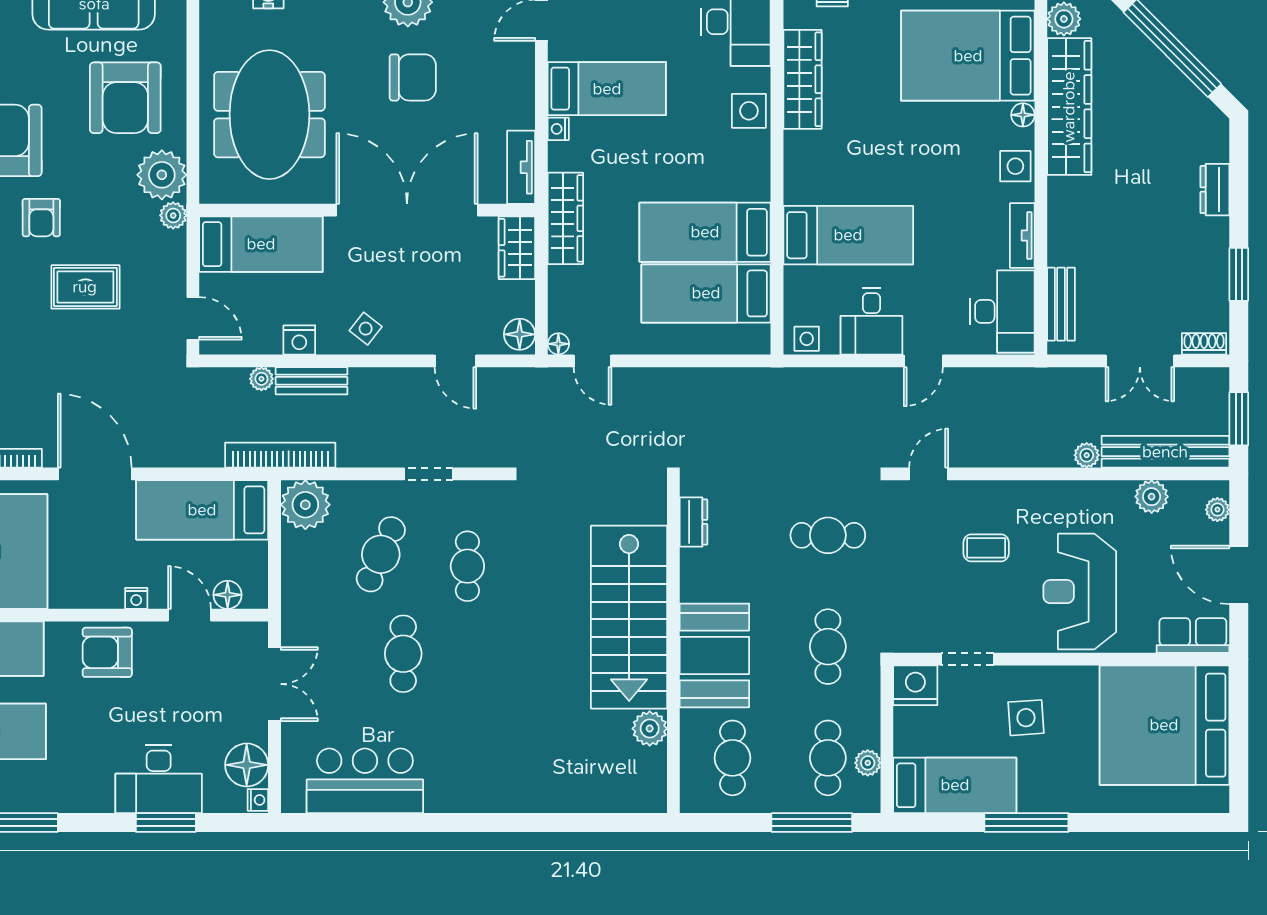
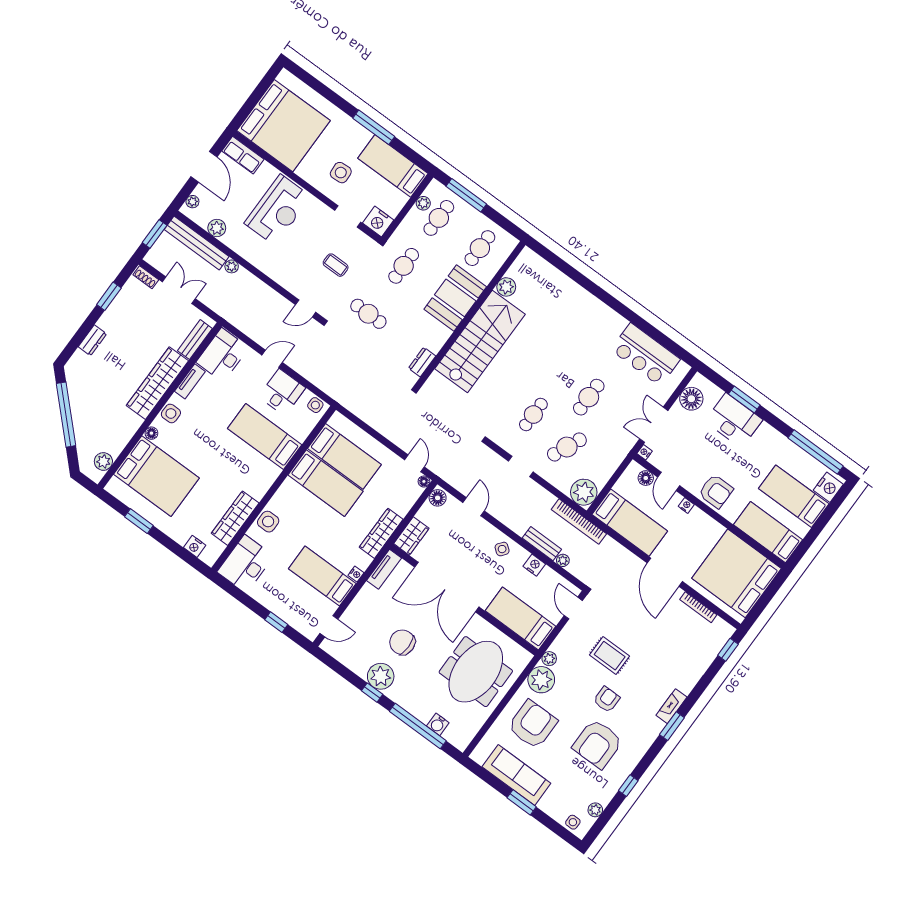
wardrobe: (1069, 107) -> (157, 383), moved
coffee table: (986, 548) -> (336, 265), moved
nightstand: (258, 800) -> (645, 452), moved

